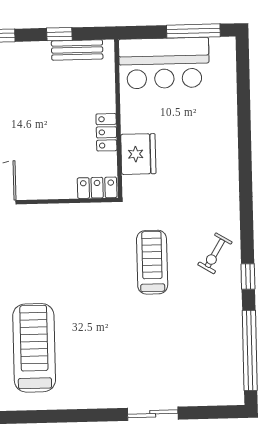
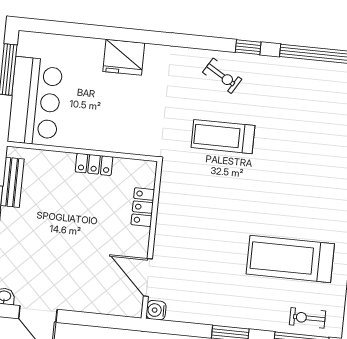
fridge: (138, 154) -> (124, 57), moved, turned 180
locker: (97, 188) -> (143, 207), moved

